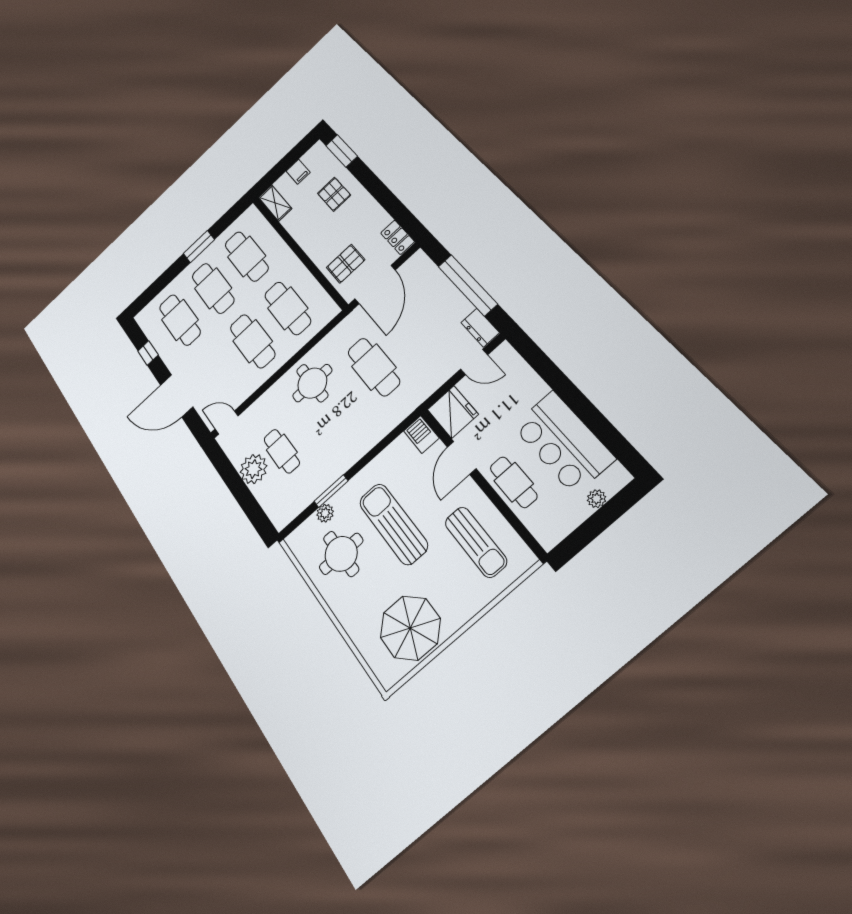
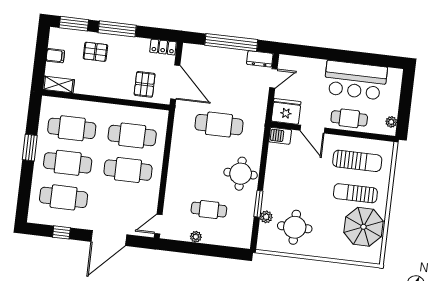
window: (374, 185) -> (117, 29), added
round table: (312, 383) -> (241, 174), moved
plant: (254, 469) -> (196, 237), width x0.53, depth x0.53
plant: (597, 499) -> (391, 122), moved
sun lounger: (393, 524) -> (355, 193), moved, width x0.73, depth x0.75

